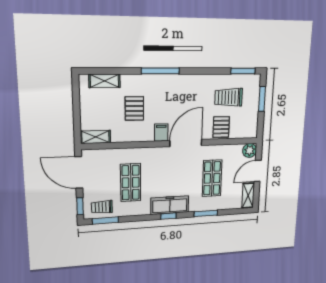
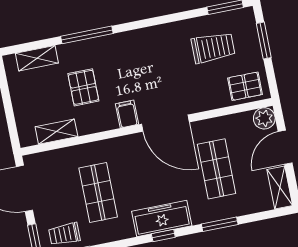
window: (160, 71) -> (87, 35), moved
trolley: (229, 97) -> (213, 48), turned 180
pallet: (221, 127) -> (245, 86), moved, turned 90
shelving: (95, 137) -> (56, 132), moved
door: (186, 143) -> (165, 123), swing flipped

